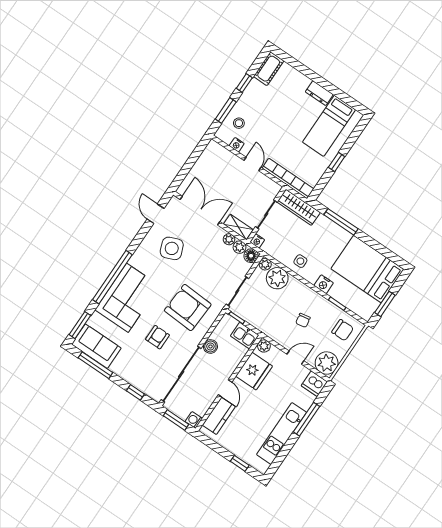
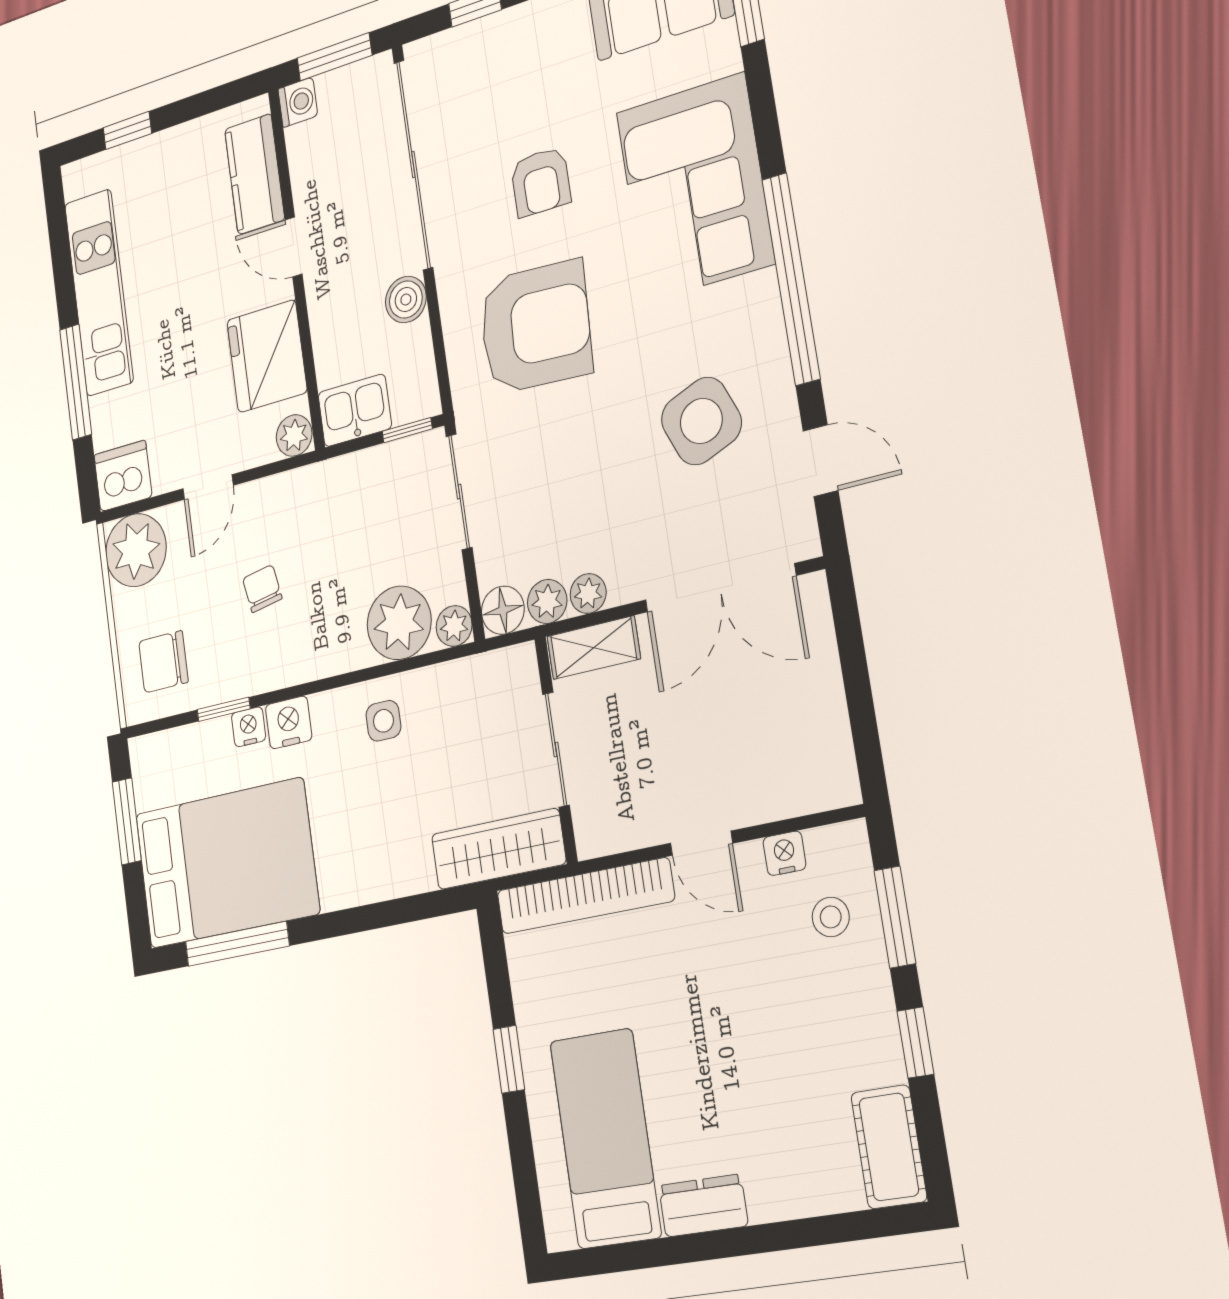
window: (341, 222) -> (237, 944), moved
nightstand: (257, 241) -> (249, 727), moved
window: (112, 277) -> (791, 279), moved

